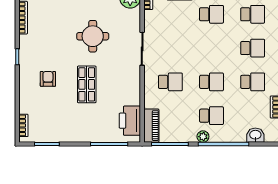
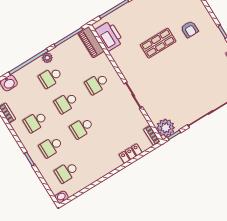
school desk: (211, 14) -> (82, 128), moved
round table: (93, 36) -> (176, 82), removed
shop shelf: (87, 84) -> (158, 43), turned 90

